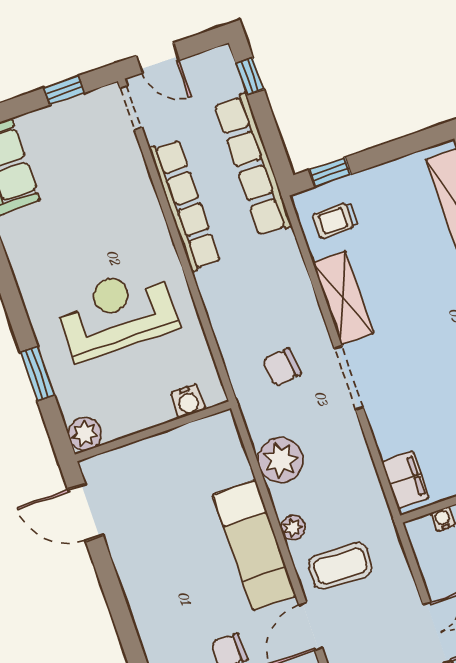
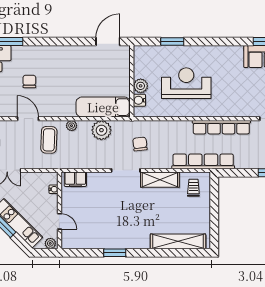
row of seats: (253, 165) -> (203, 161), moved
window: (330, 172) -> (214, 192), removed
reception desk: (117, 313) -> (186, 83), turned -90
plant: (85, 434) -> (141, 86), moved
exam couch: (254, 545) -> (103, 107), moved

